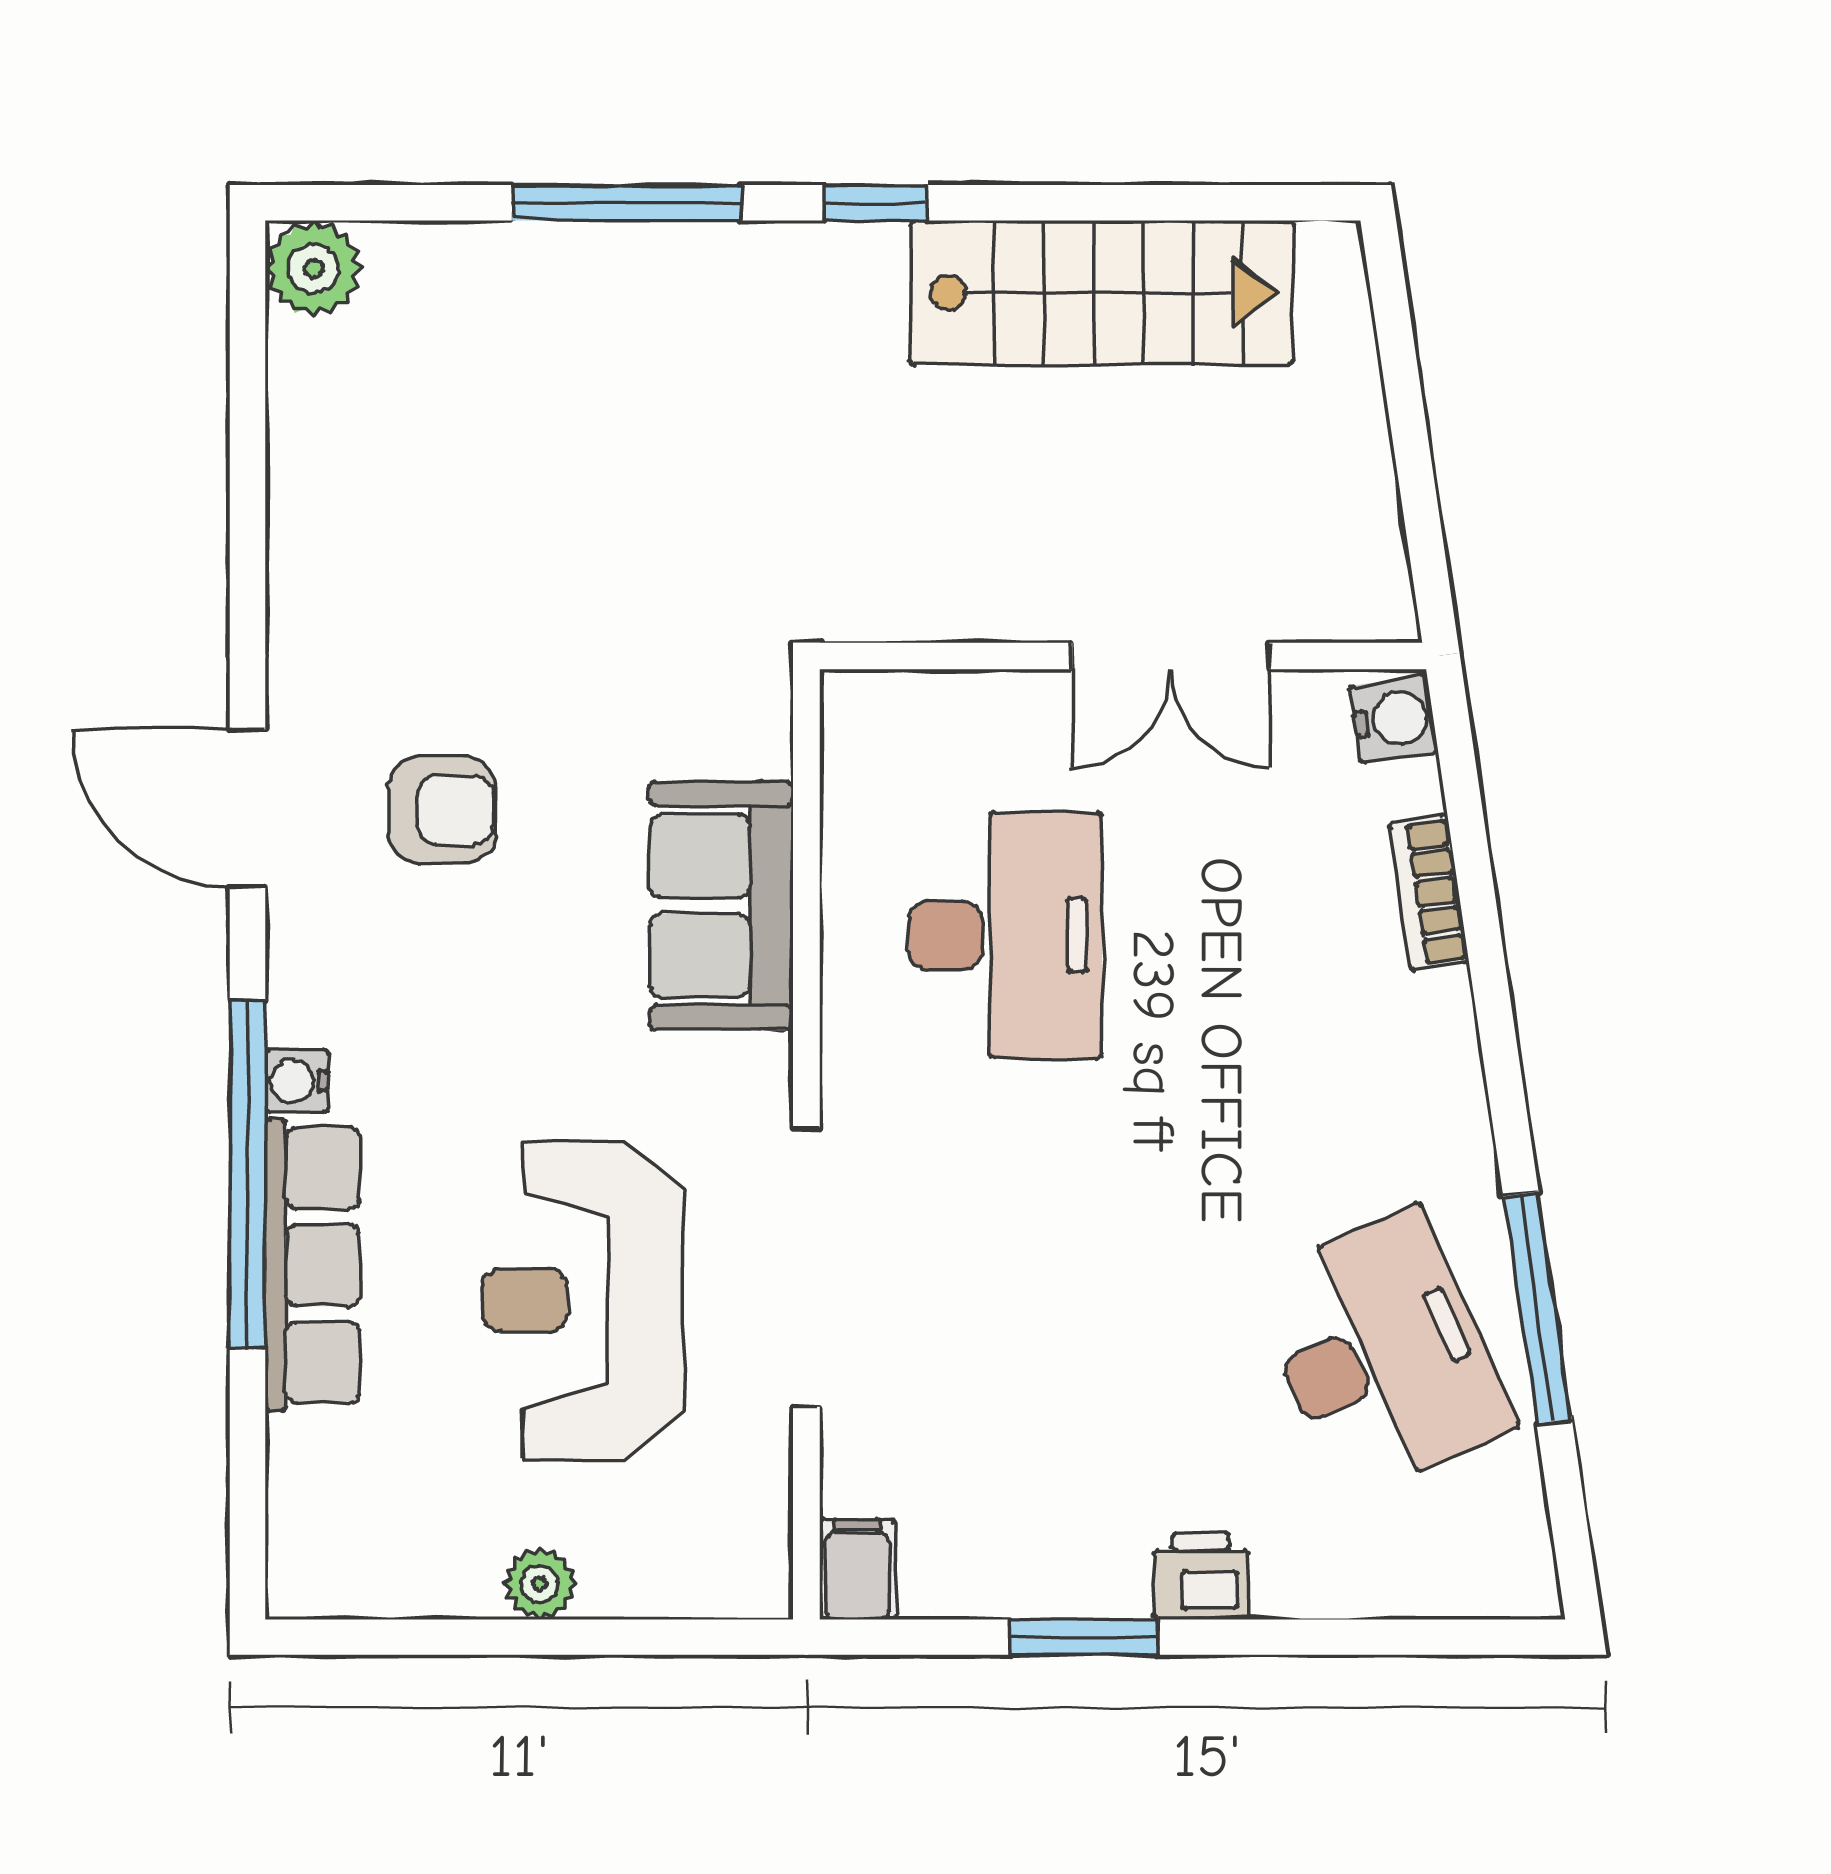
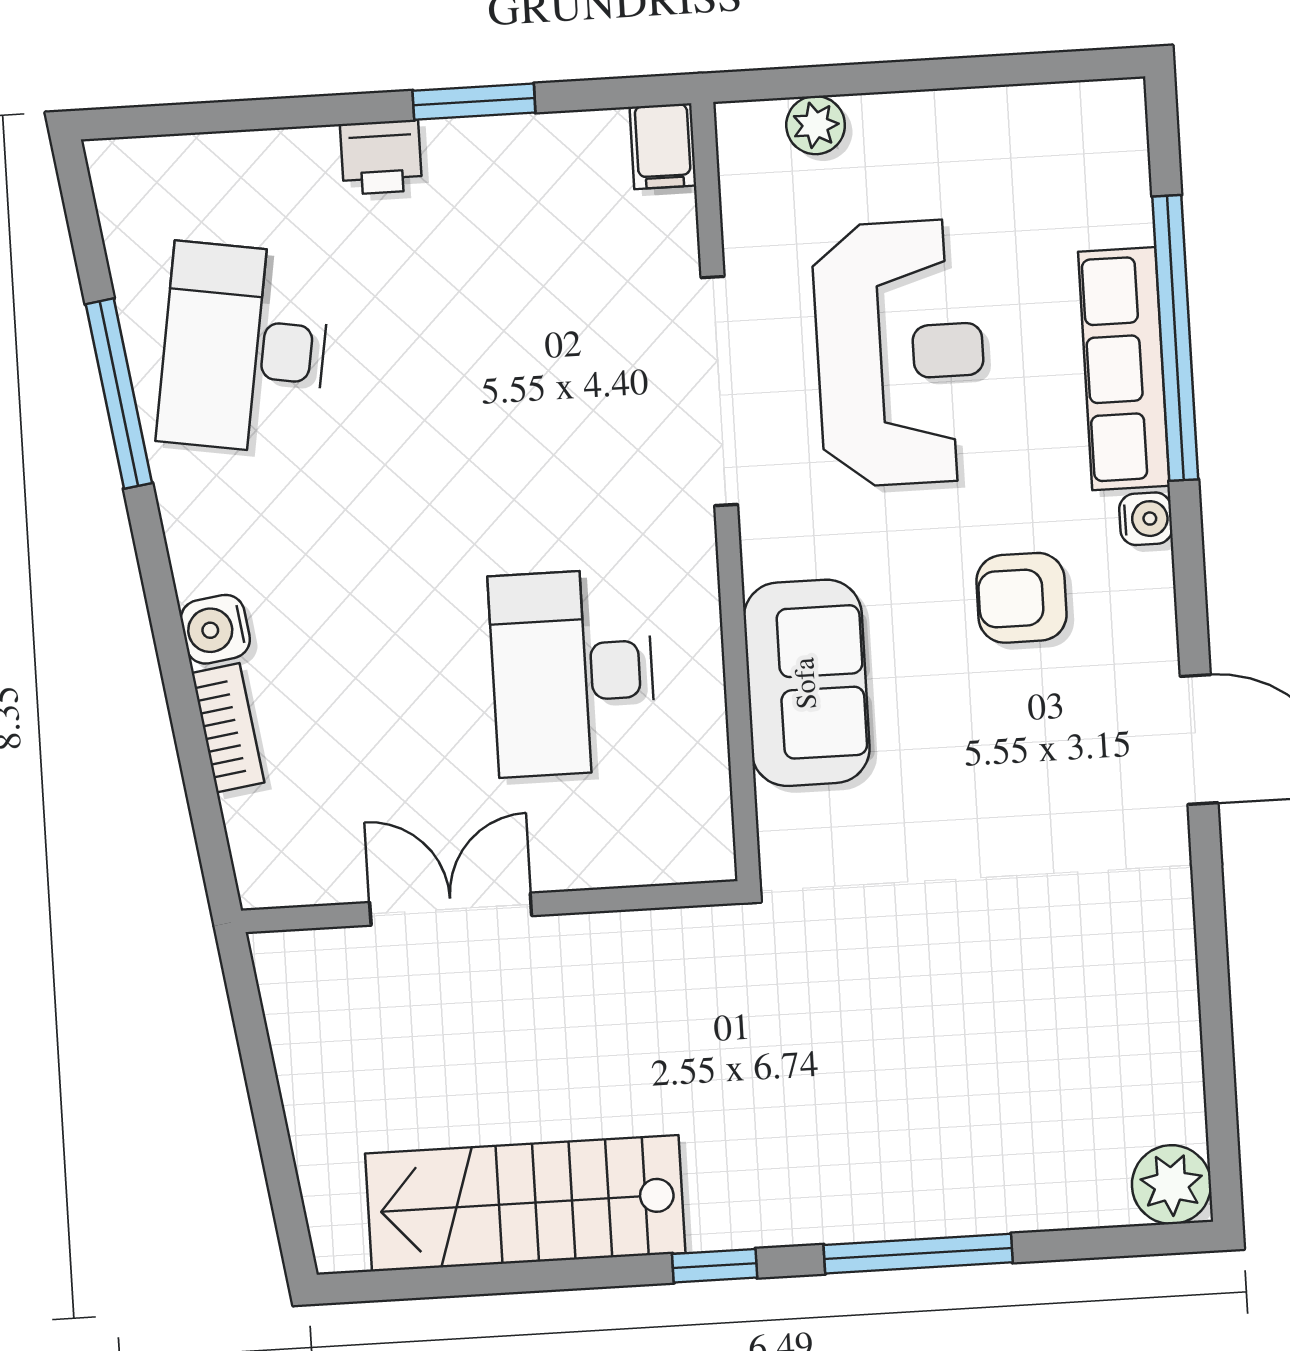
water cooler: (1394, 719) -> (215, 629), moved
armchair: (442, 810) -> (1021, 598), moved
window: (248, 1174) -> (1175, 338), moved
desk: (1382, 1354) -> (244, 348), turned 33
plant: (540, 1584) -> (816, 125), moved

